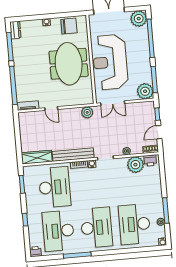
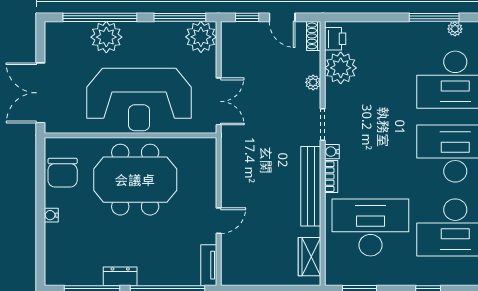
plant: (139, 19) -> (106, 37), moved
chair: (69, 26) -> (63, 173), turned 180
dresser: (15, 30) -> (120, 276), moved
plant: (87, 112) -> (232, 152), removed
wardrobe: (37, 157) -> (310, 257), width x0.67

